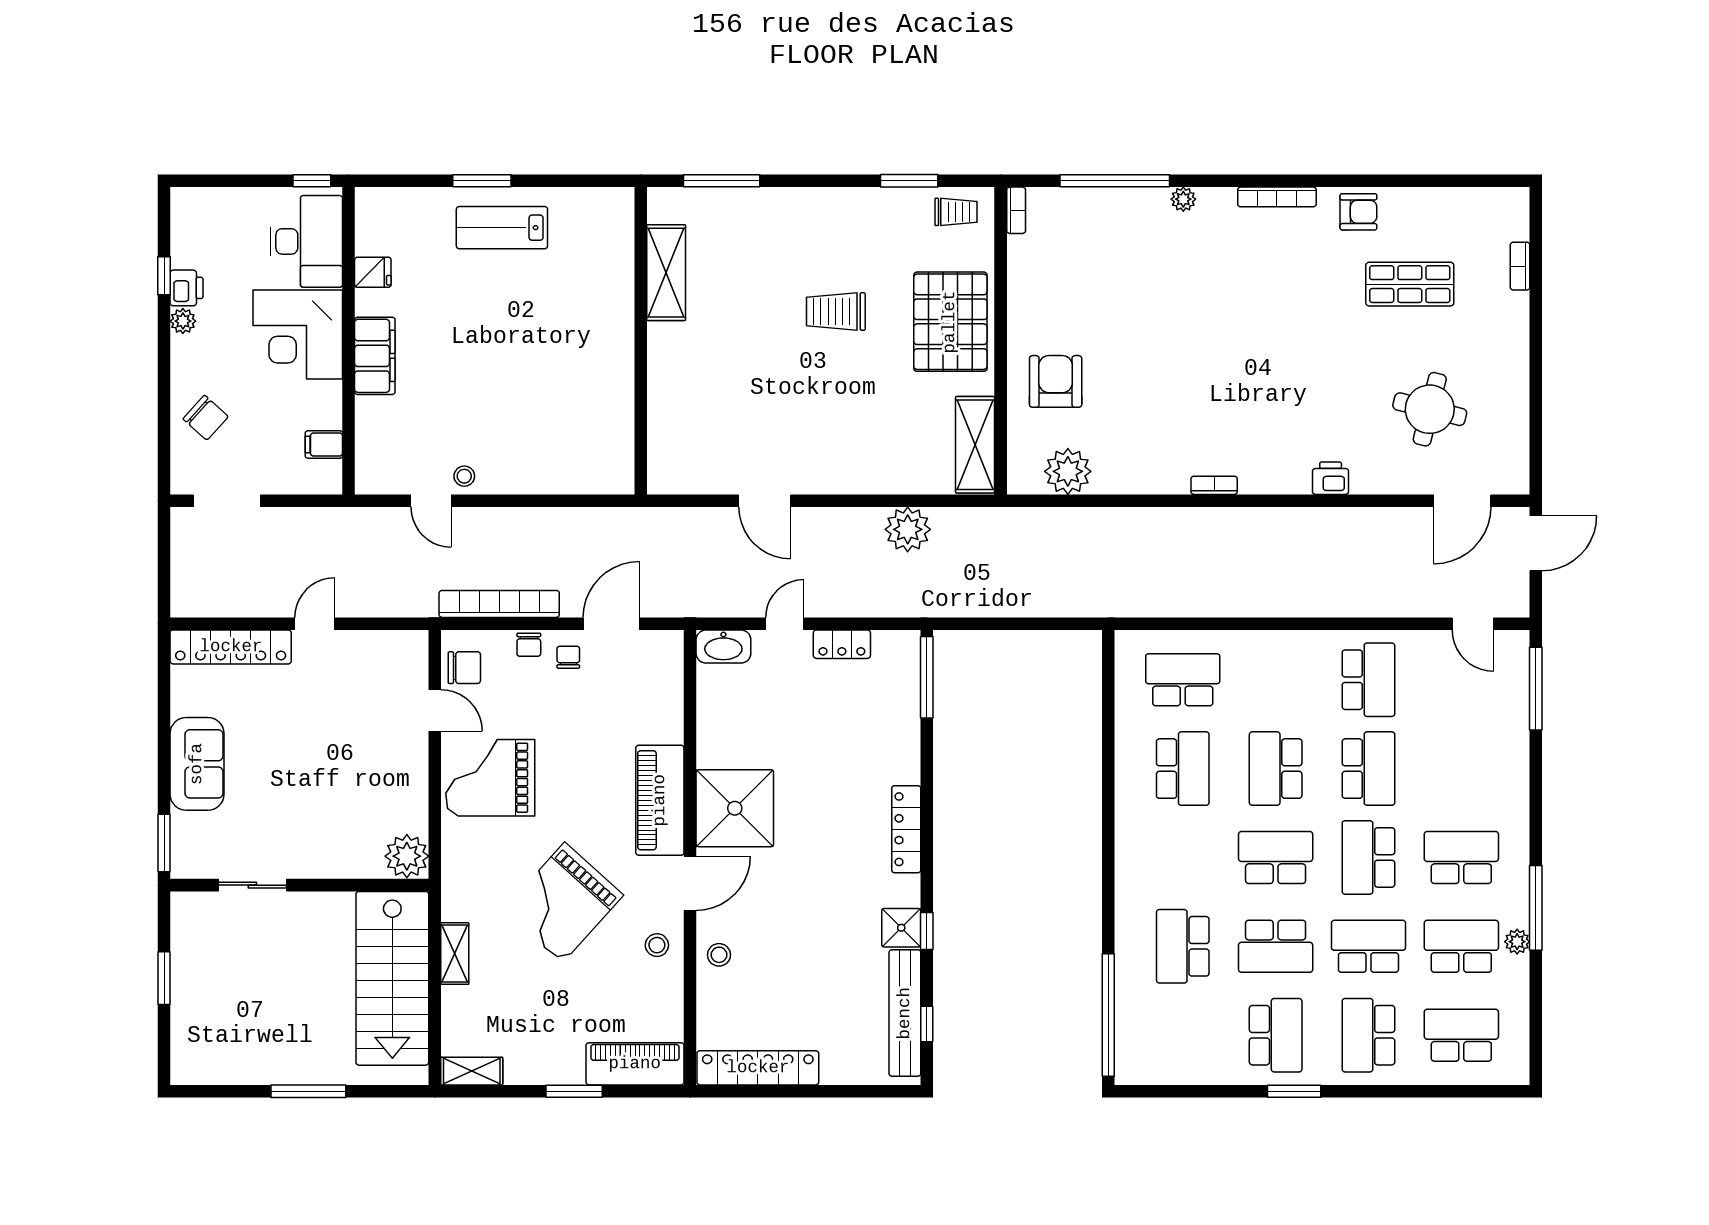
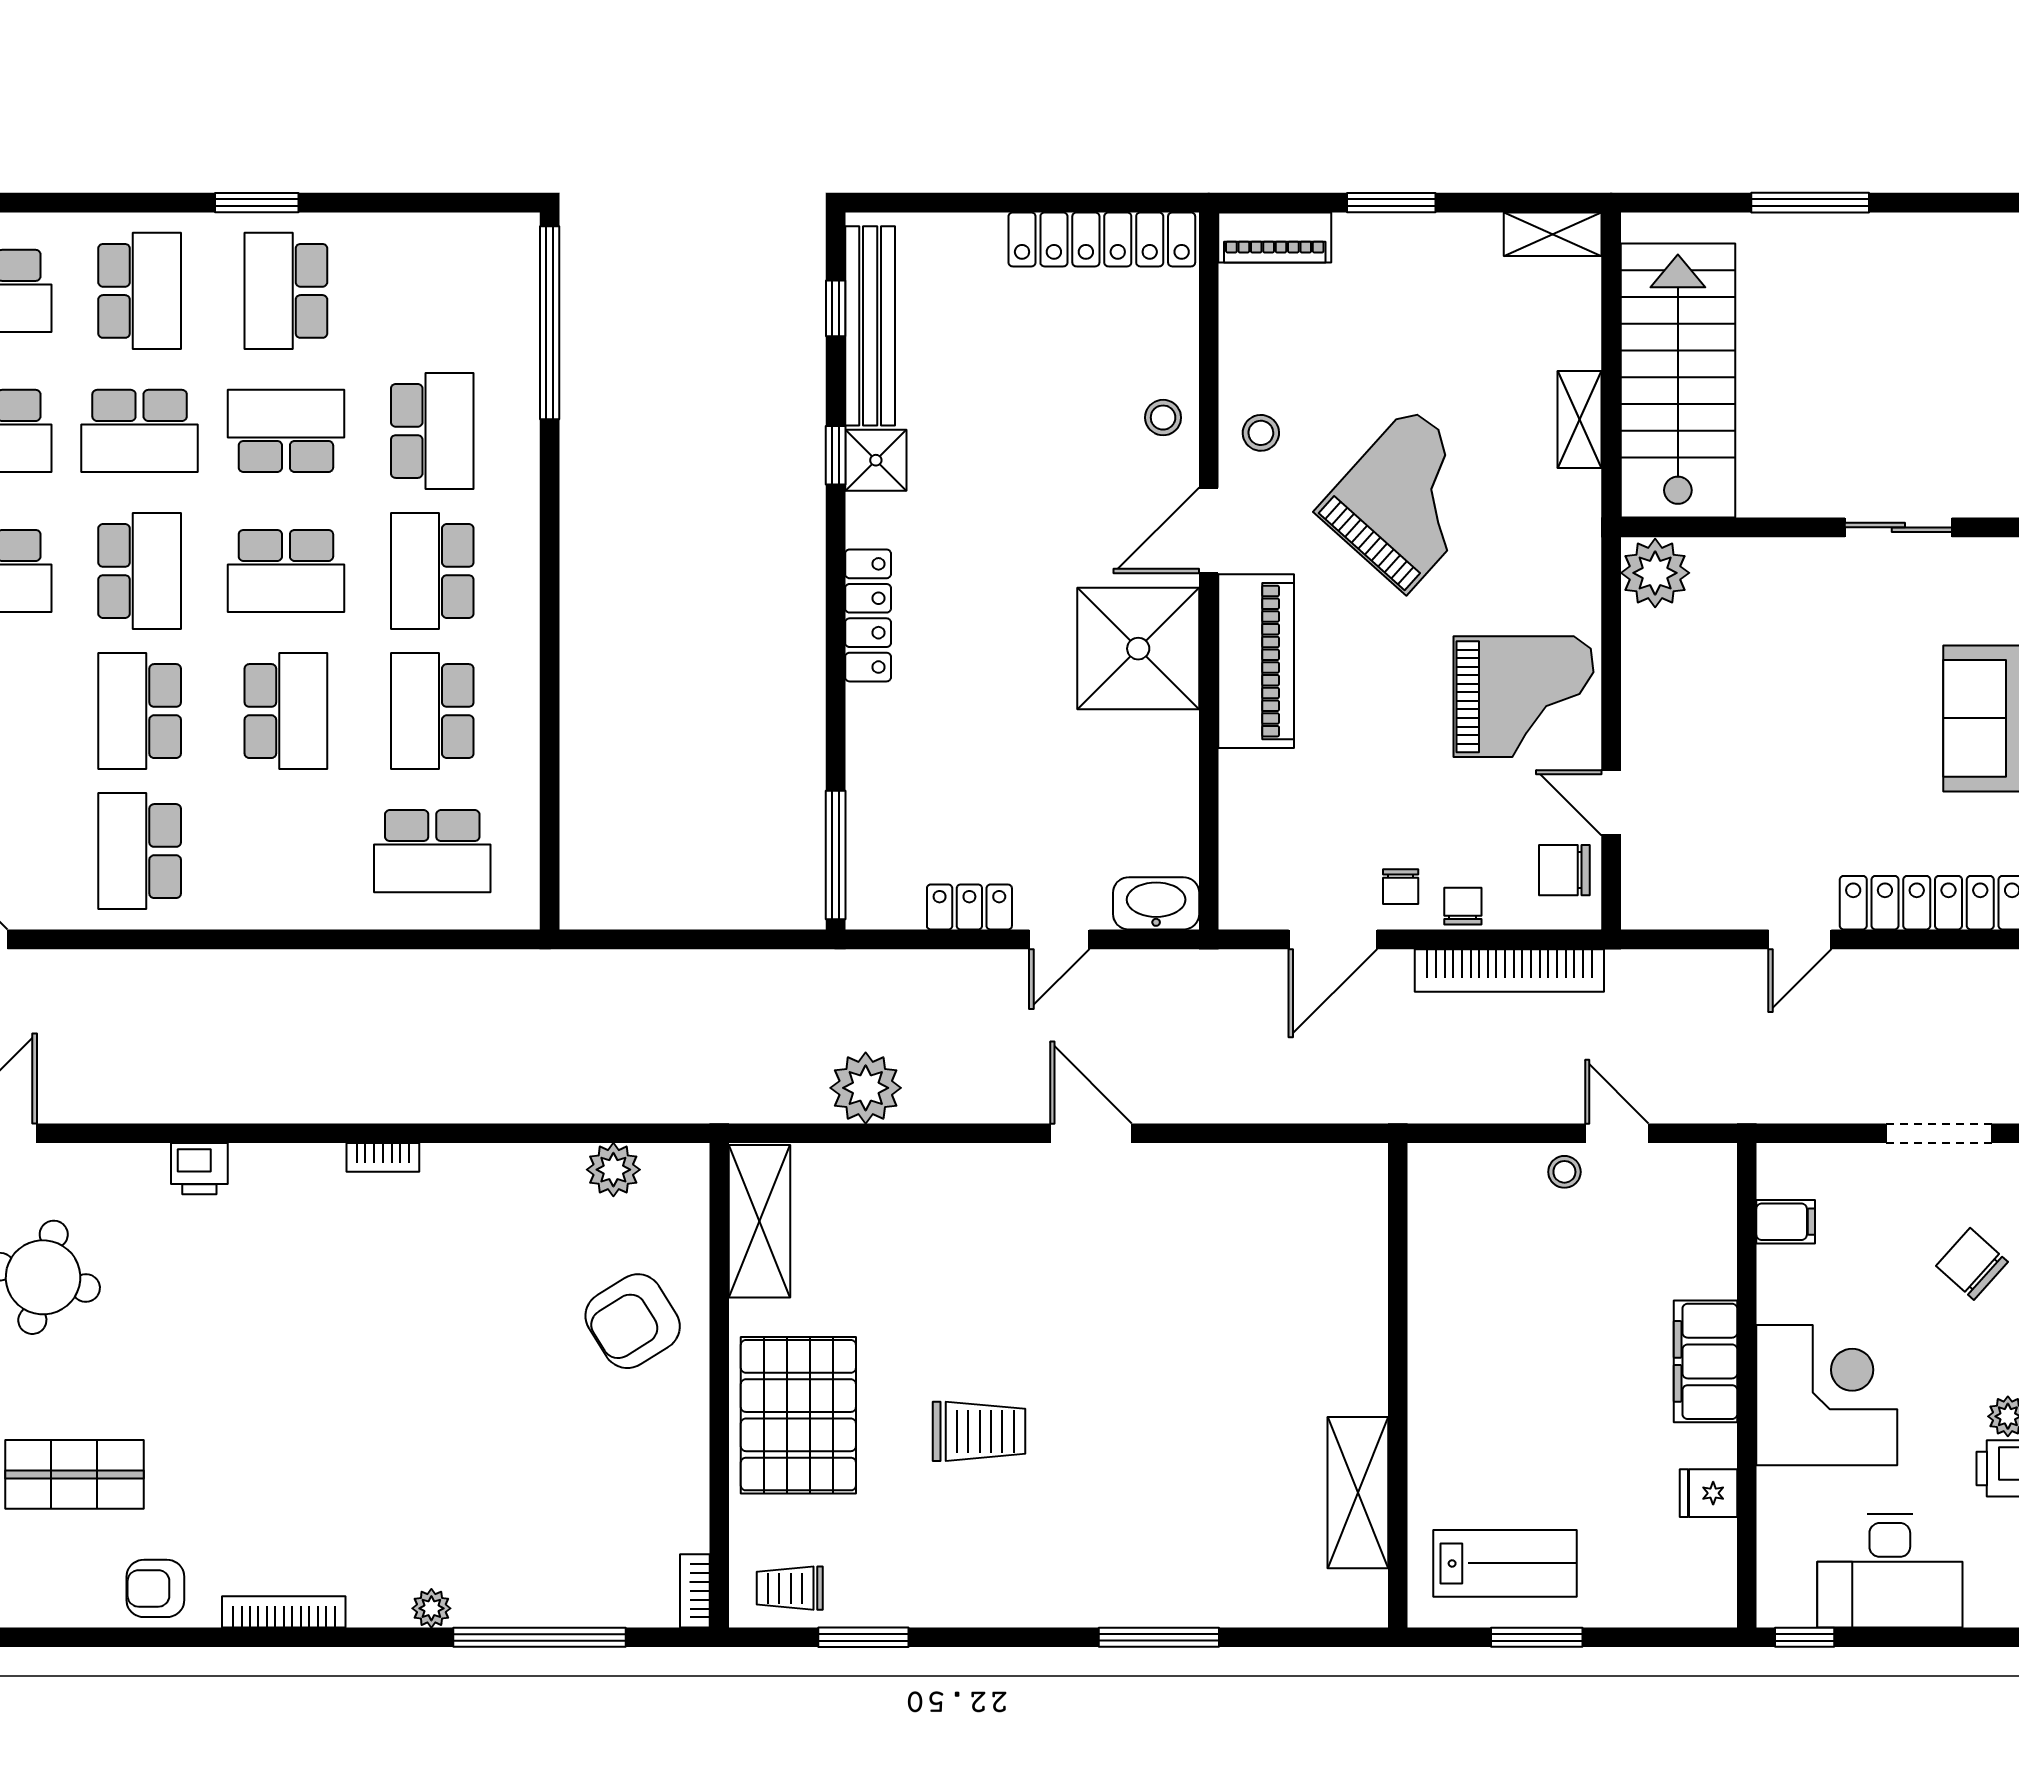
desk: (306, 241) -> (1890, 1571), moved, turned -90
shelving: (666, 273) -> (1358, 1493), moved
wall: (641, 341) -> (1398, 1385), moved
armchair: (1056, 381) -> (633, 1321), turned 58
plant: (1068, 471) -> (613, 1170), width x0.73, depth x0.73
school desk: (1183, 857) -> (432, 571), added
piano: (635, 1064) -> (1275, 238), width x0.73, depth x0.75

